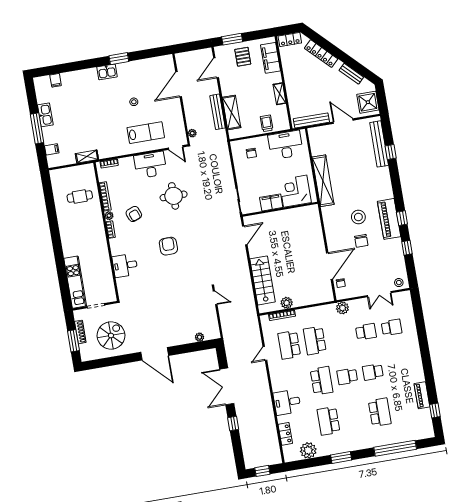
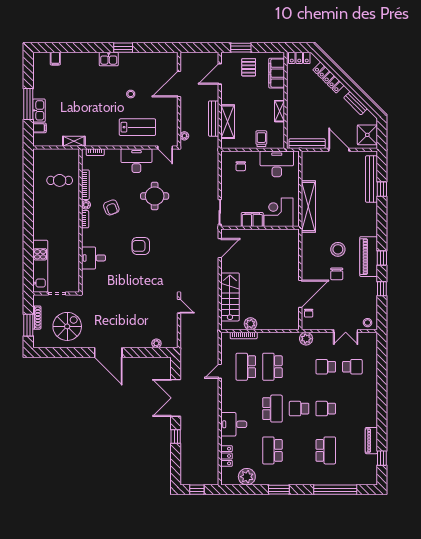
kitchen sink: (45, 115) -> (39, 110), moved
armchair: (168, 246) -> (141, 246), turned -90
school desk: (366, 332) -> (326, 367), turned 180

